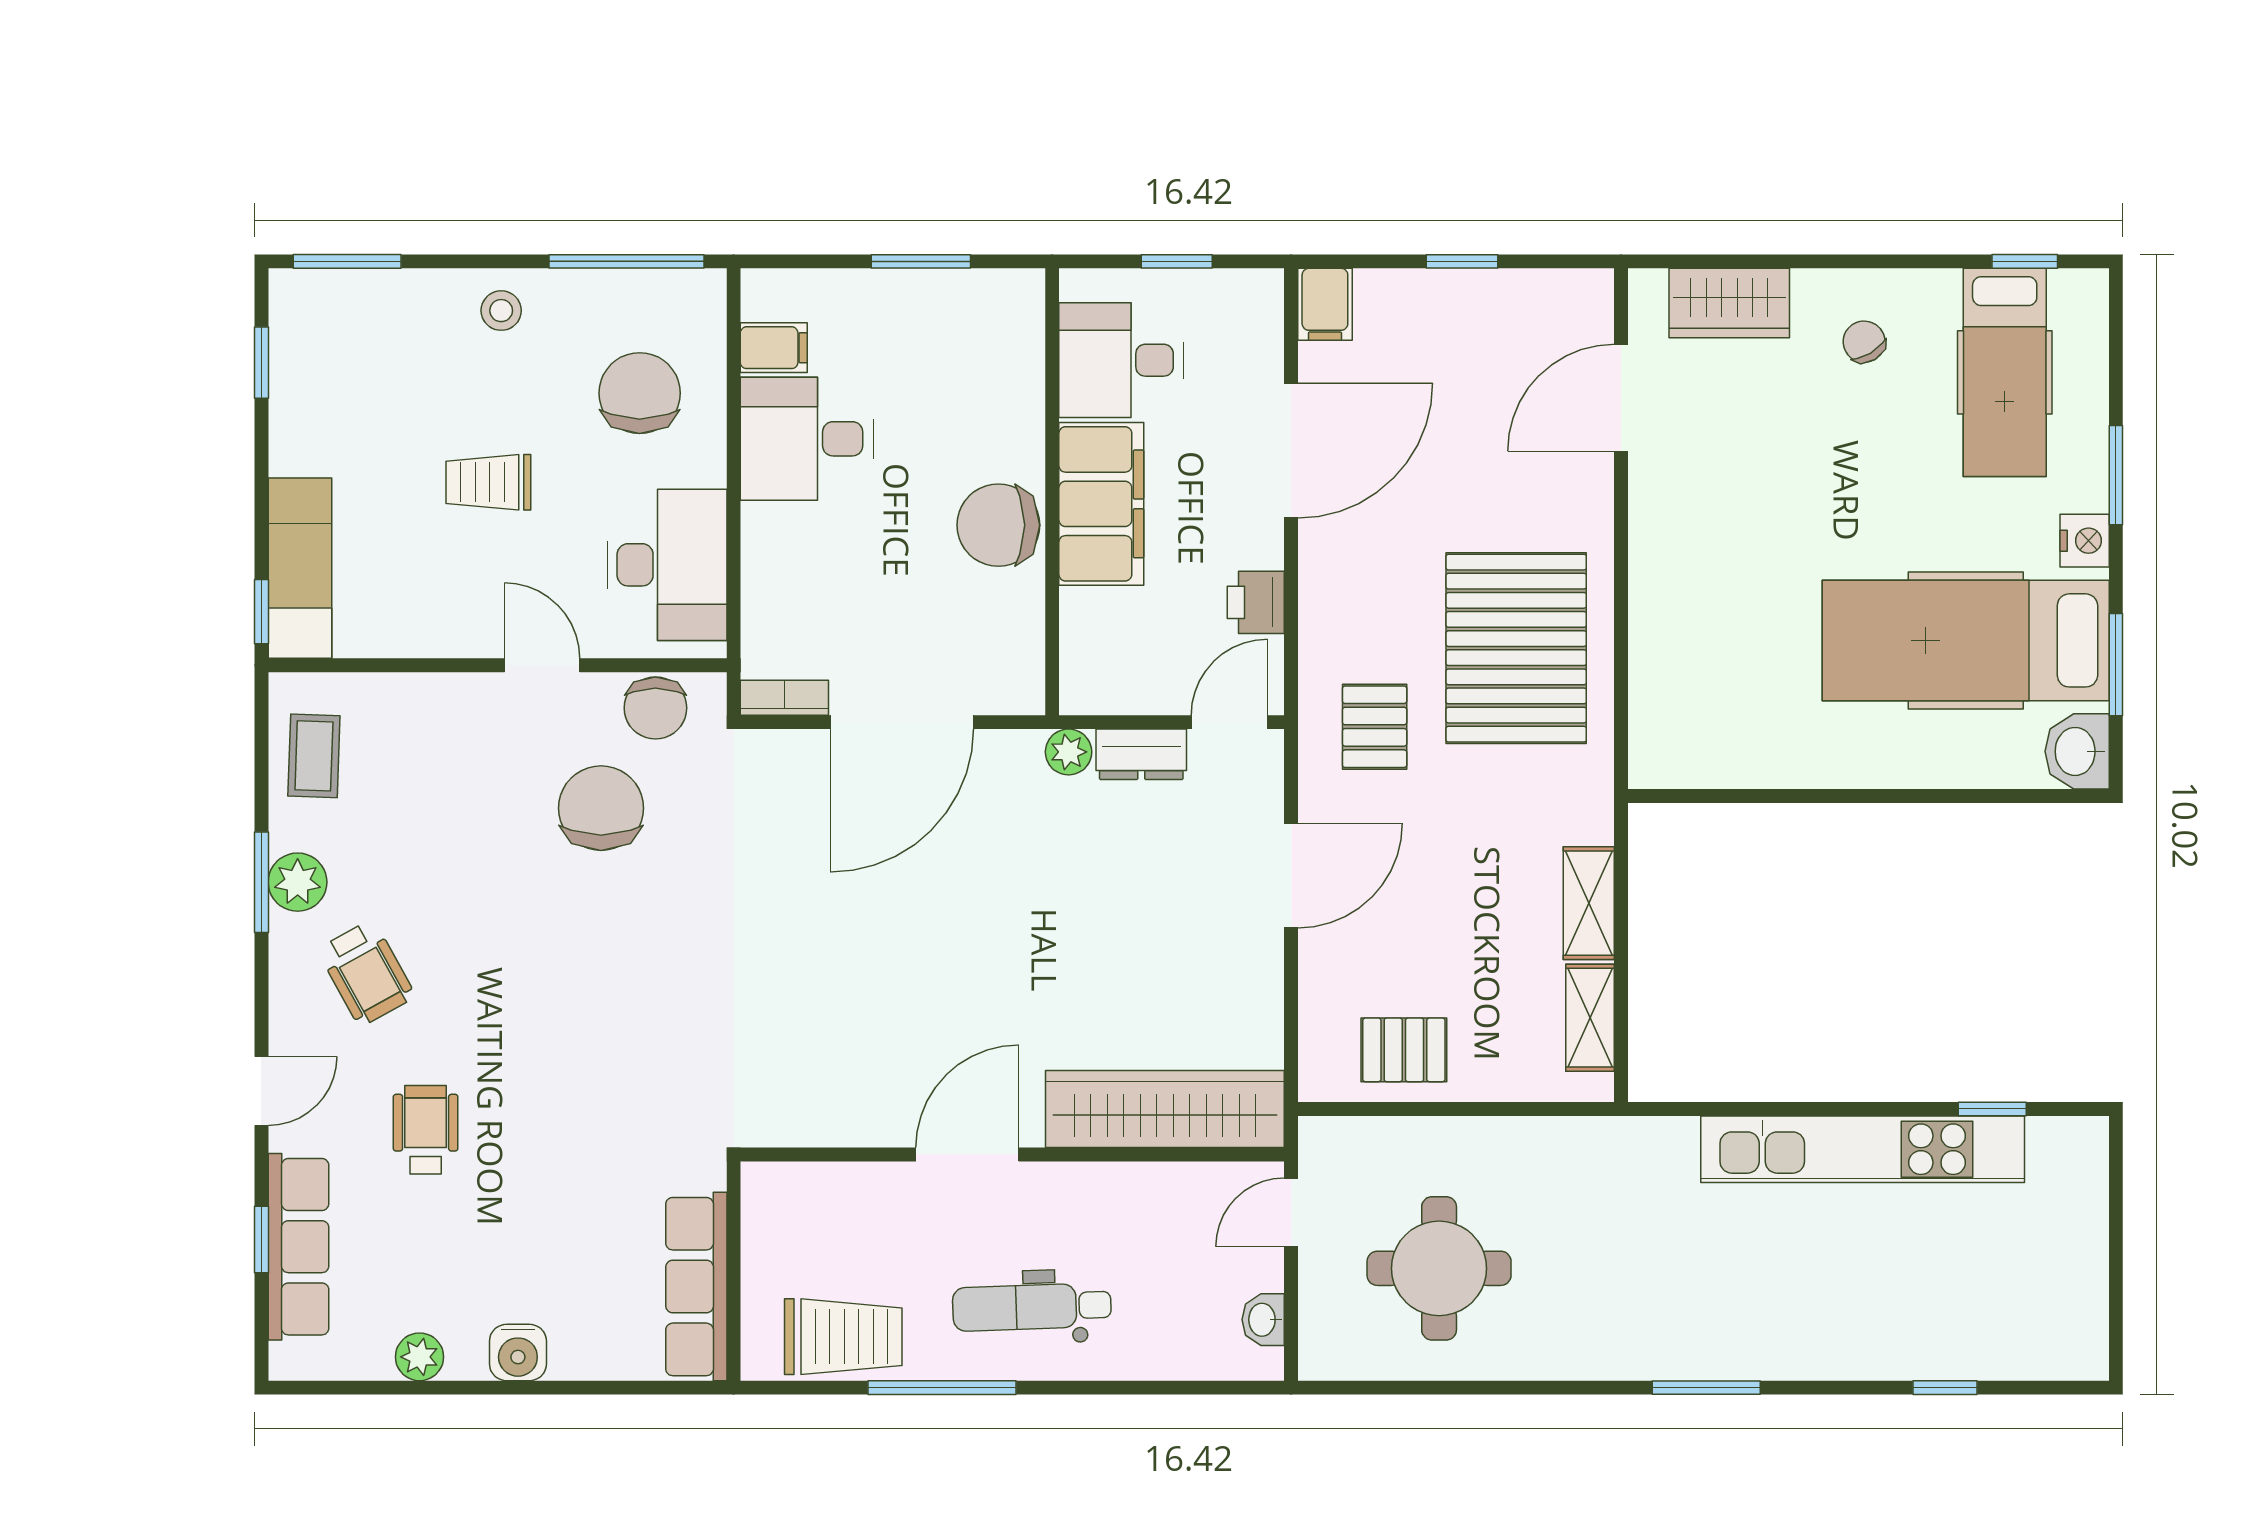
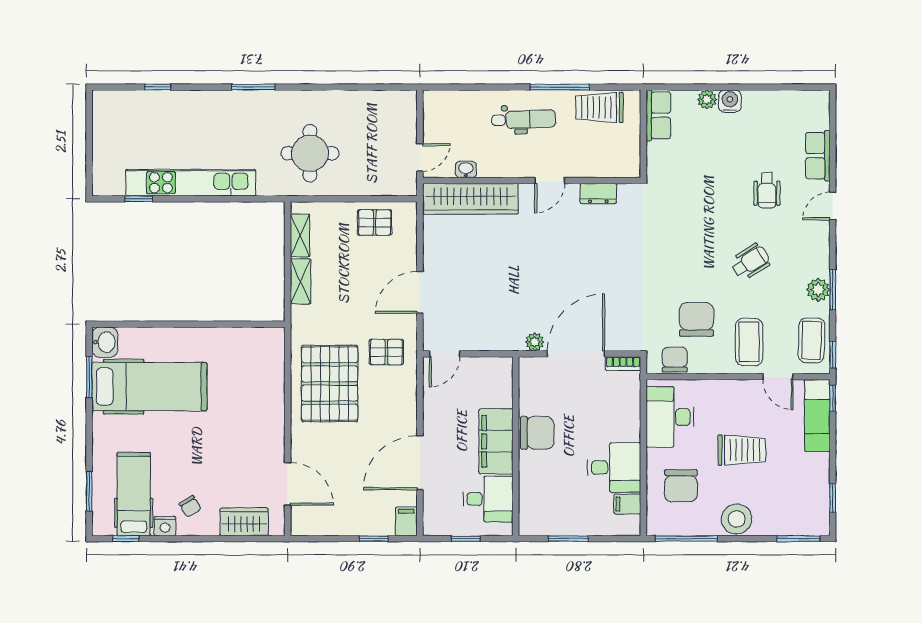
window: (1462, 261) -> (374, 539), moved
stool: (501, 311) -> (737, 519), width x1.89, depth x1.89
door: (1621, 398) -> (288, 484), hinge flipped
window: (2116, 475) -> (89, 491), moved
trolley: (488, 482) -> (742, 450), width x1.36, depth x1.39
nightstand: (2085, 541) -> (165, 526), moved, turned -90
printer: (1256, 602) -> (434, 402), removed
door: (542, 665) -> (778, 377), moved
pallet: (1375, 727) -> (386, 352), turned 90
coffee table: (470, 752) -> (749, 342), added
plant: (1069, 752) -> (535, 342), moved
dresser: (1141, 754) -> (598, 193), moved, turned 180
coffee table: (314, 756) -> (812, 340), width x1.36, depth x1.30
chair: (601, 808) -> (697, 319), turned 180
wheelchair: (366, 973) -> (750, 262), moved, turned 87
door: (967, 1154) -> (550, 181), width x0.73
window: (261, 1240) -> (833, 355), moved
row of seats: (298, 1247) -> (818, 156), width x0.68
round table: (1439, 1268) -> (310, 153), moved
row of seats: (696, 1287) -> (658, 115), width x0.68
washbasin: (1263, 1320) -> (466, 169), moved, turned -90
plant: (419, 1357) -> (707, 99), moved

